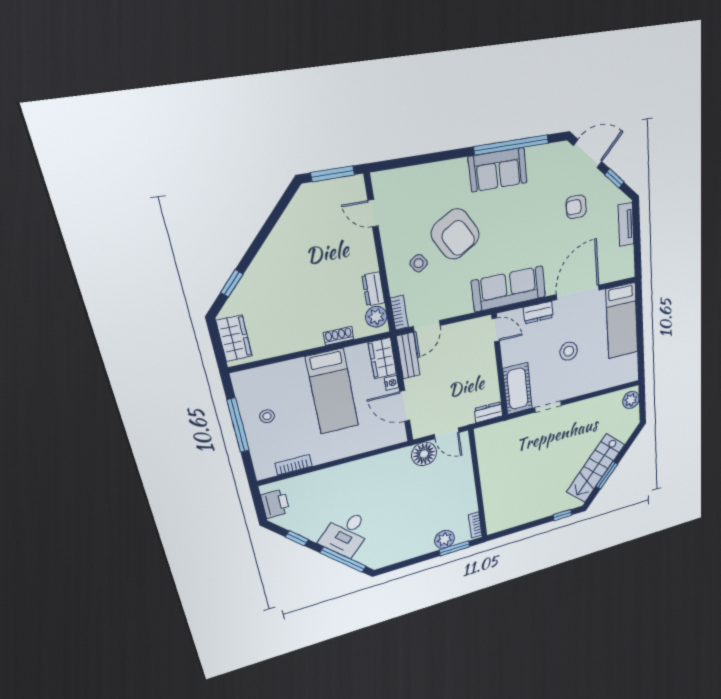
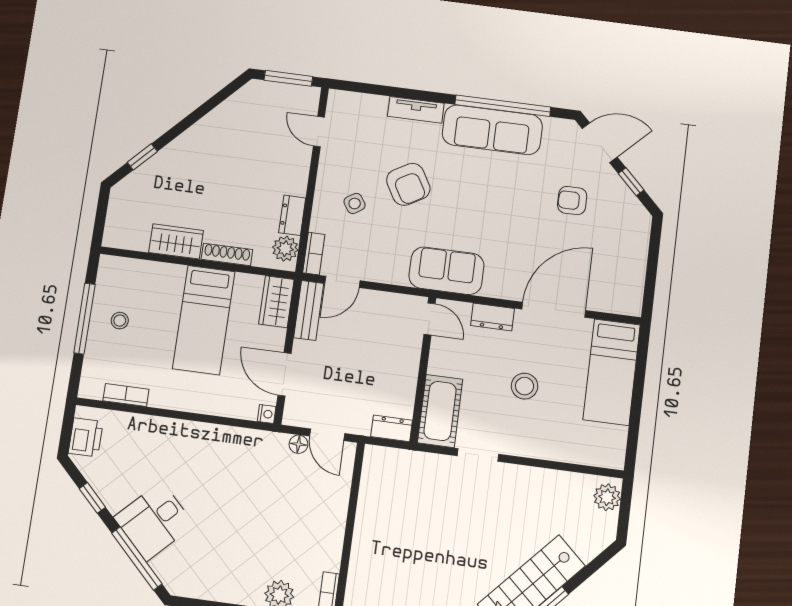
sofa: (498, 170) -> (492, 130), width x1.36
tv unit: (626, 224) -> (416, 110), moved, turned -90
armchair: (455, 234) -> (408, 184), width x0.73, depth x0.73
sofa: (509, 289) -> (446, 271), width x0.73
shoe rack: (339, 336) -> (227, 254), width x1.43
wardrobe: (234, 338) -> (176, 241), moved, turned -90
nightstand: (392, 383) -> (267, 414), moved
floor lamp: (424, 454) -> (298, 444), width x0.53, depth x0.53

